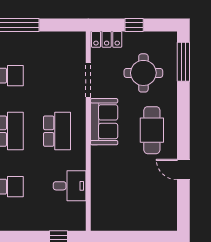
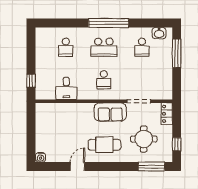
window: (134, 25) -> (177, 144), moved
school desk: (57, 131) -> (104, 80), width x0.54
water cooler: (170, 223) -> (41, 157), added

